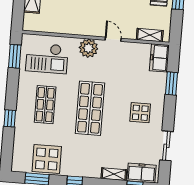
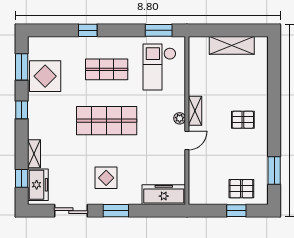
shelving: (150, 35) -> (195, 111), moved
plant: (88, 48) -> (180, 118), width x0.53, depth x0.53
freezer: (159, 58) -> (164, 195), width x1.40
window: (172, 84) -> (116, 211), moved

